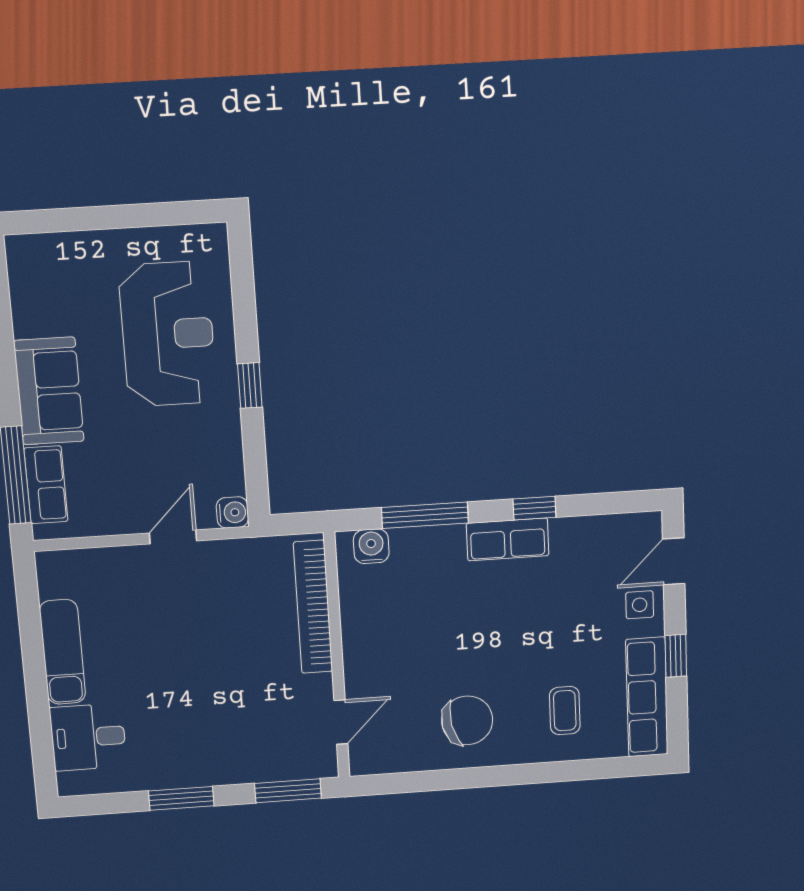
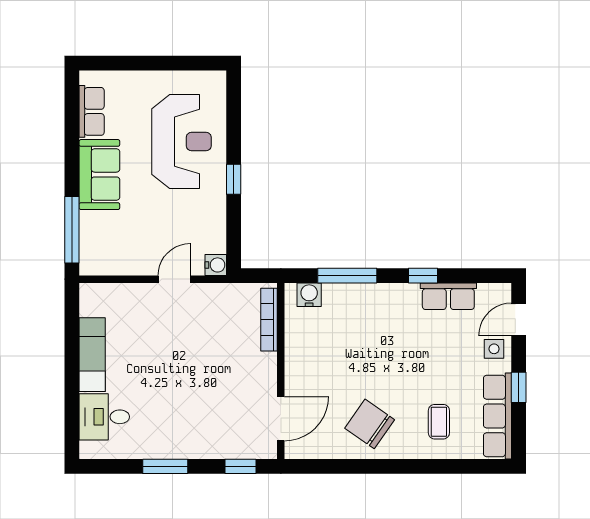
row of seats: (46, 485) -> (92, 111), moved
row of seats: (508, 539) -> (448, 296), moved
bookcase: (313, 607) -> (269, 320), width x0.68, depth x0.76
chair: (467, 720) -> (370, 424), turned -133
door: (341, 722) -> (281, 419), width x1.38
window: (288, 791) -> (241, 466), width x0.67

